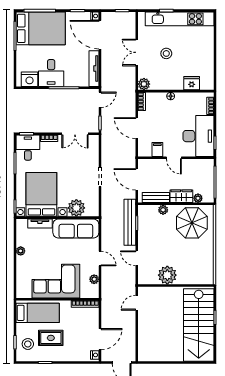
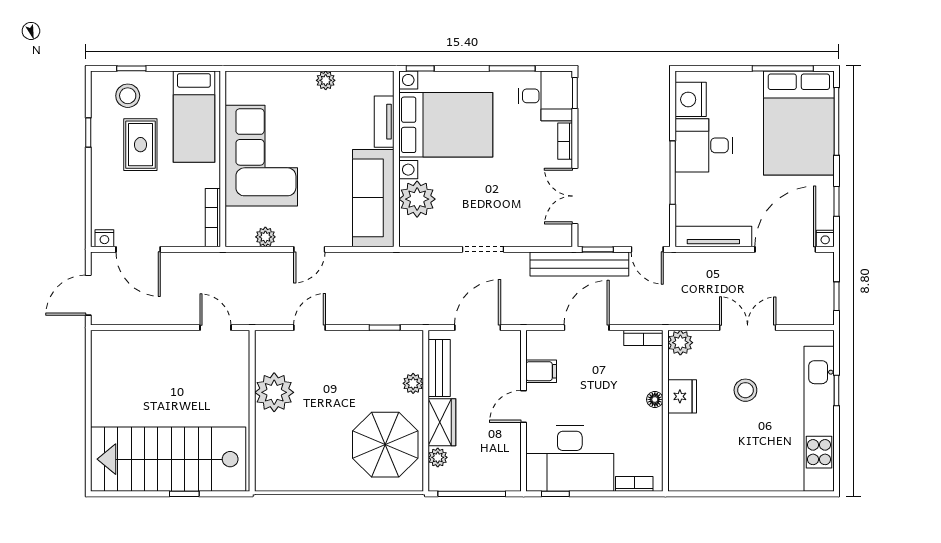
fridge: (192, 83) -> (682, 396), moved
bench: (130, 222) -> (579, 264), moved

